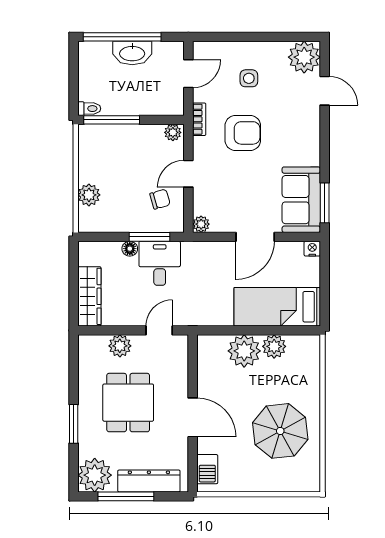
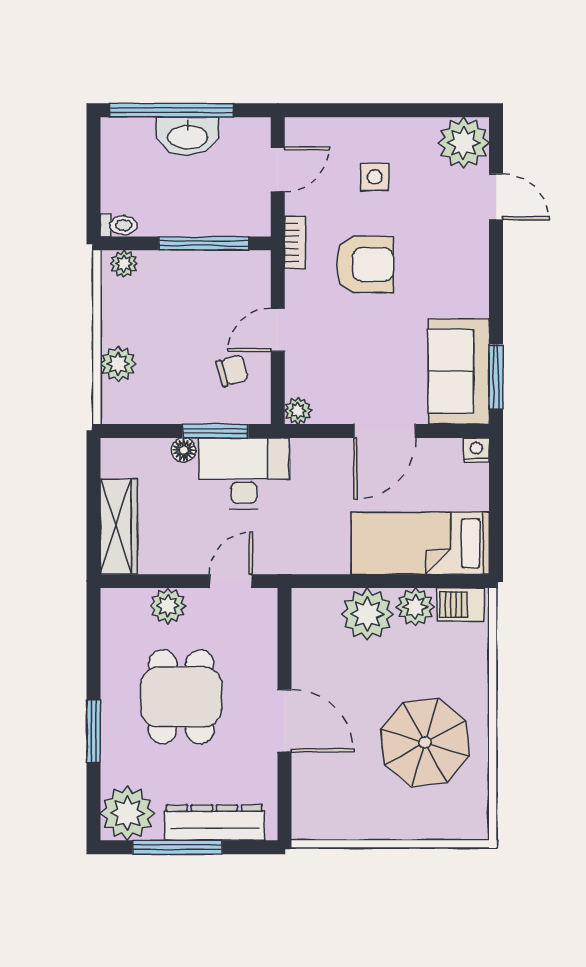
window: (112, 120) -> (204, 243), moved
plant: (173, 132) -> (124, 264), moved
desk: (160, 263) -> (244, 473), width x1.37
barbecue: (207, 469) -> (460, 605), moved, turned 90

